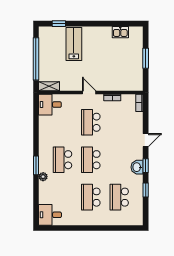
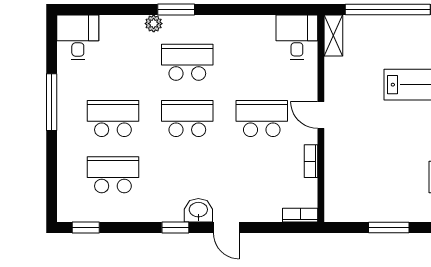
door: (89, 92) -> (321, 115), swing flipped
washbasin: (137, 167) -> (198, 210), moved
window: (146, 190) -> (86, 227), moved
window: (83, 228) -> (52, 102), added

